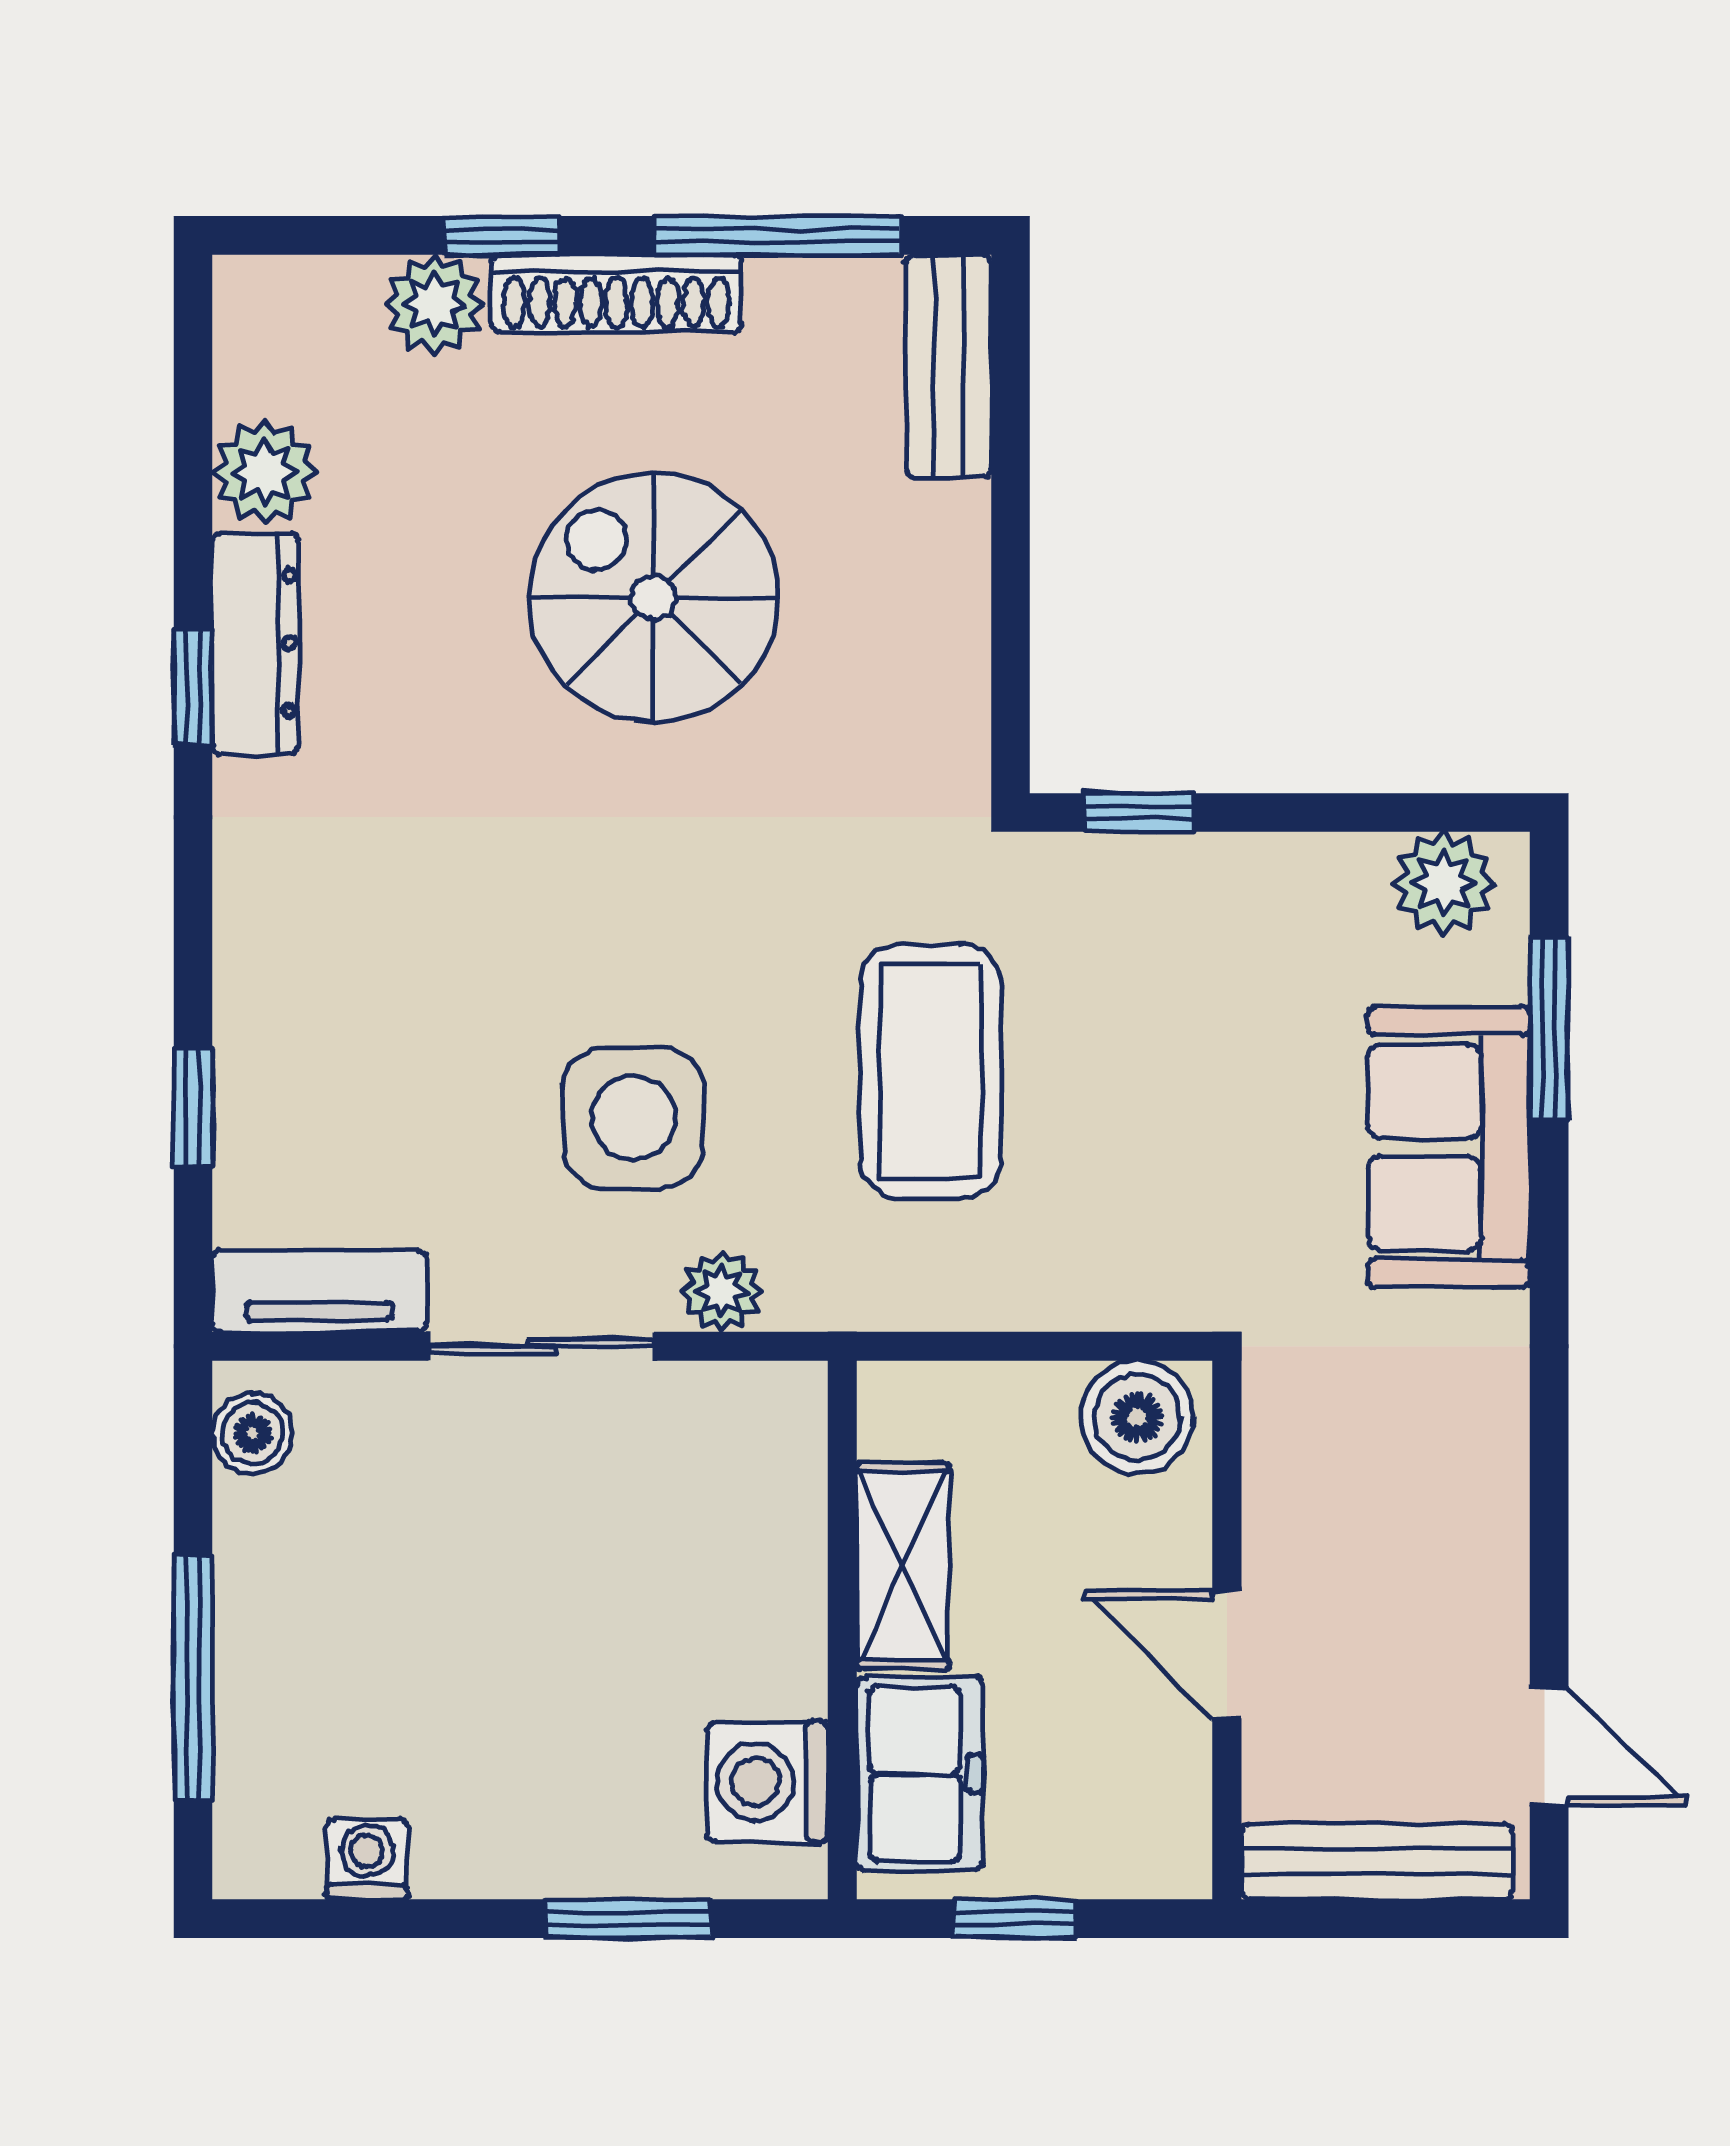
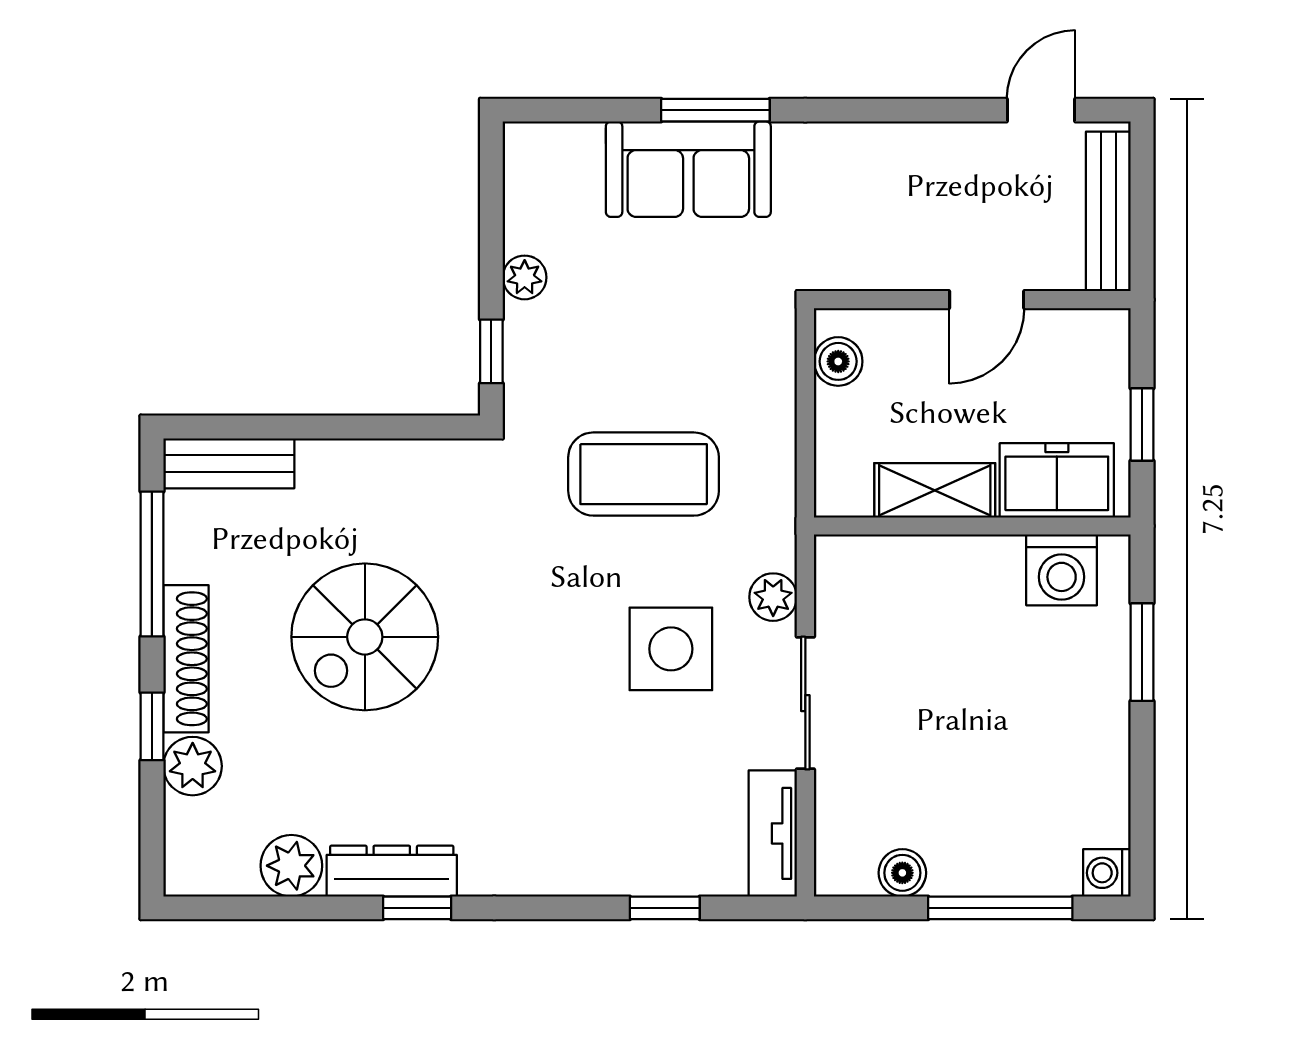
plant: (1444, 883) -> (525, 277), moved, width x0.73, depth x0.73
window: (1549, 1028) -> (715, 110), moved
boiler: (1137, 1417) -> (838, 361), width x0.73, depth x0.73
boiler: (253, 1433) -> (902, 873), moved
washing machine: (367, 1859) -> (1107, 873), moved

